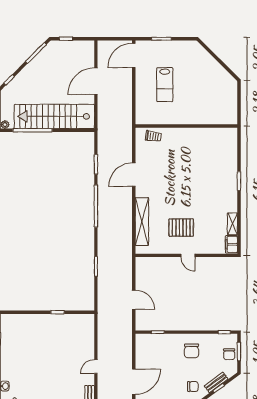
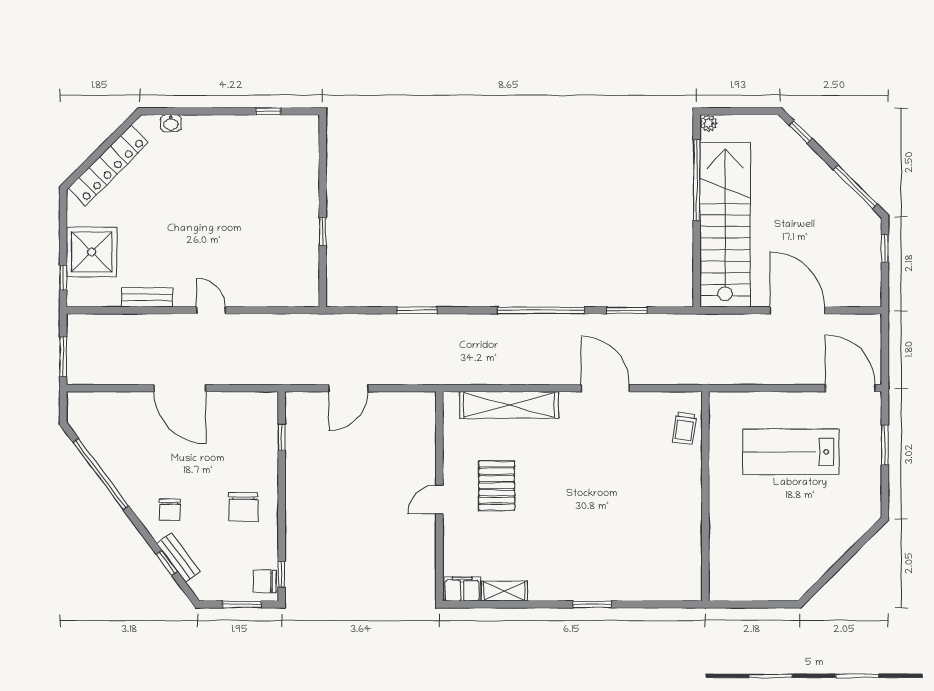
lab bench: (165, 85) -> (791, 452), width x1.36, depth x1.39
chair: (191, 351) -> (243, 507), turned -90
chair: (229, 354) -> (265, 582), moved

